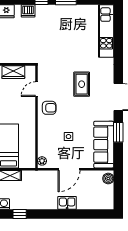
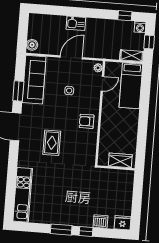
door: (37, 89) -> (102, 84), moved

